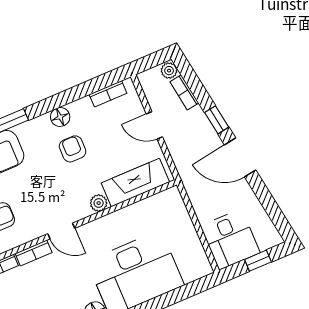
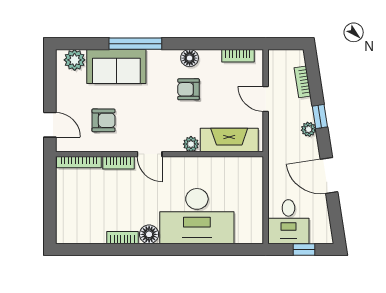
plant: (169, 71) -> (309, 129), moved
armchair: (73, 149) -> (189, 89), turned -90
door: (240, 157) -> (329, 175), moved

